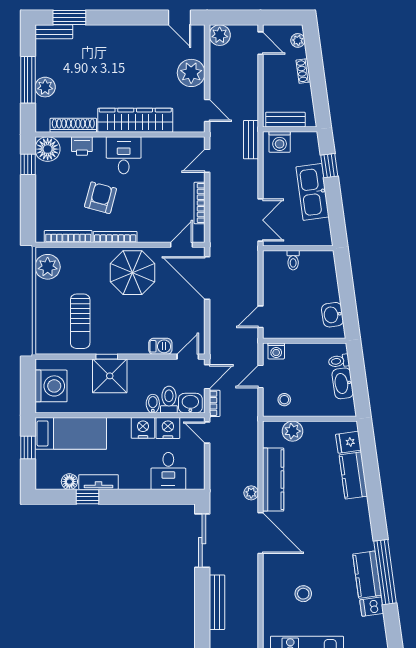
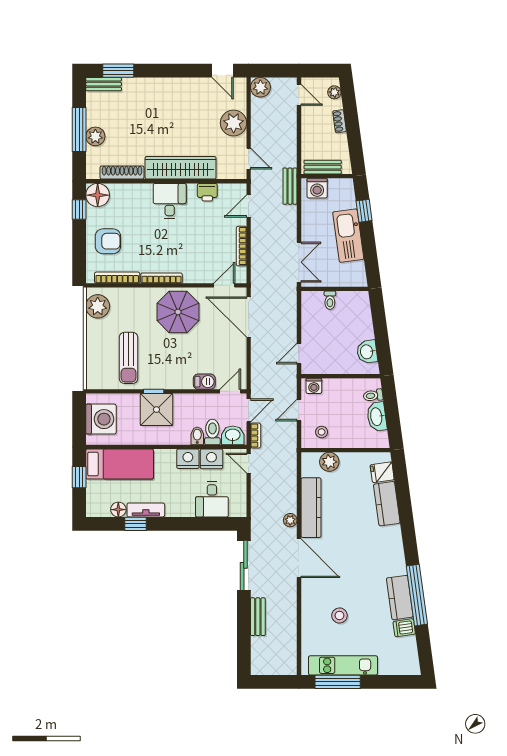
printer: (82, 146) -> (207, 192), moved
armchair: (101, 198) -> (108, 241), moved, turned 75
bench: (217, 602) -> (258, 617), width x0.73

